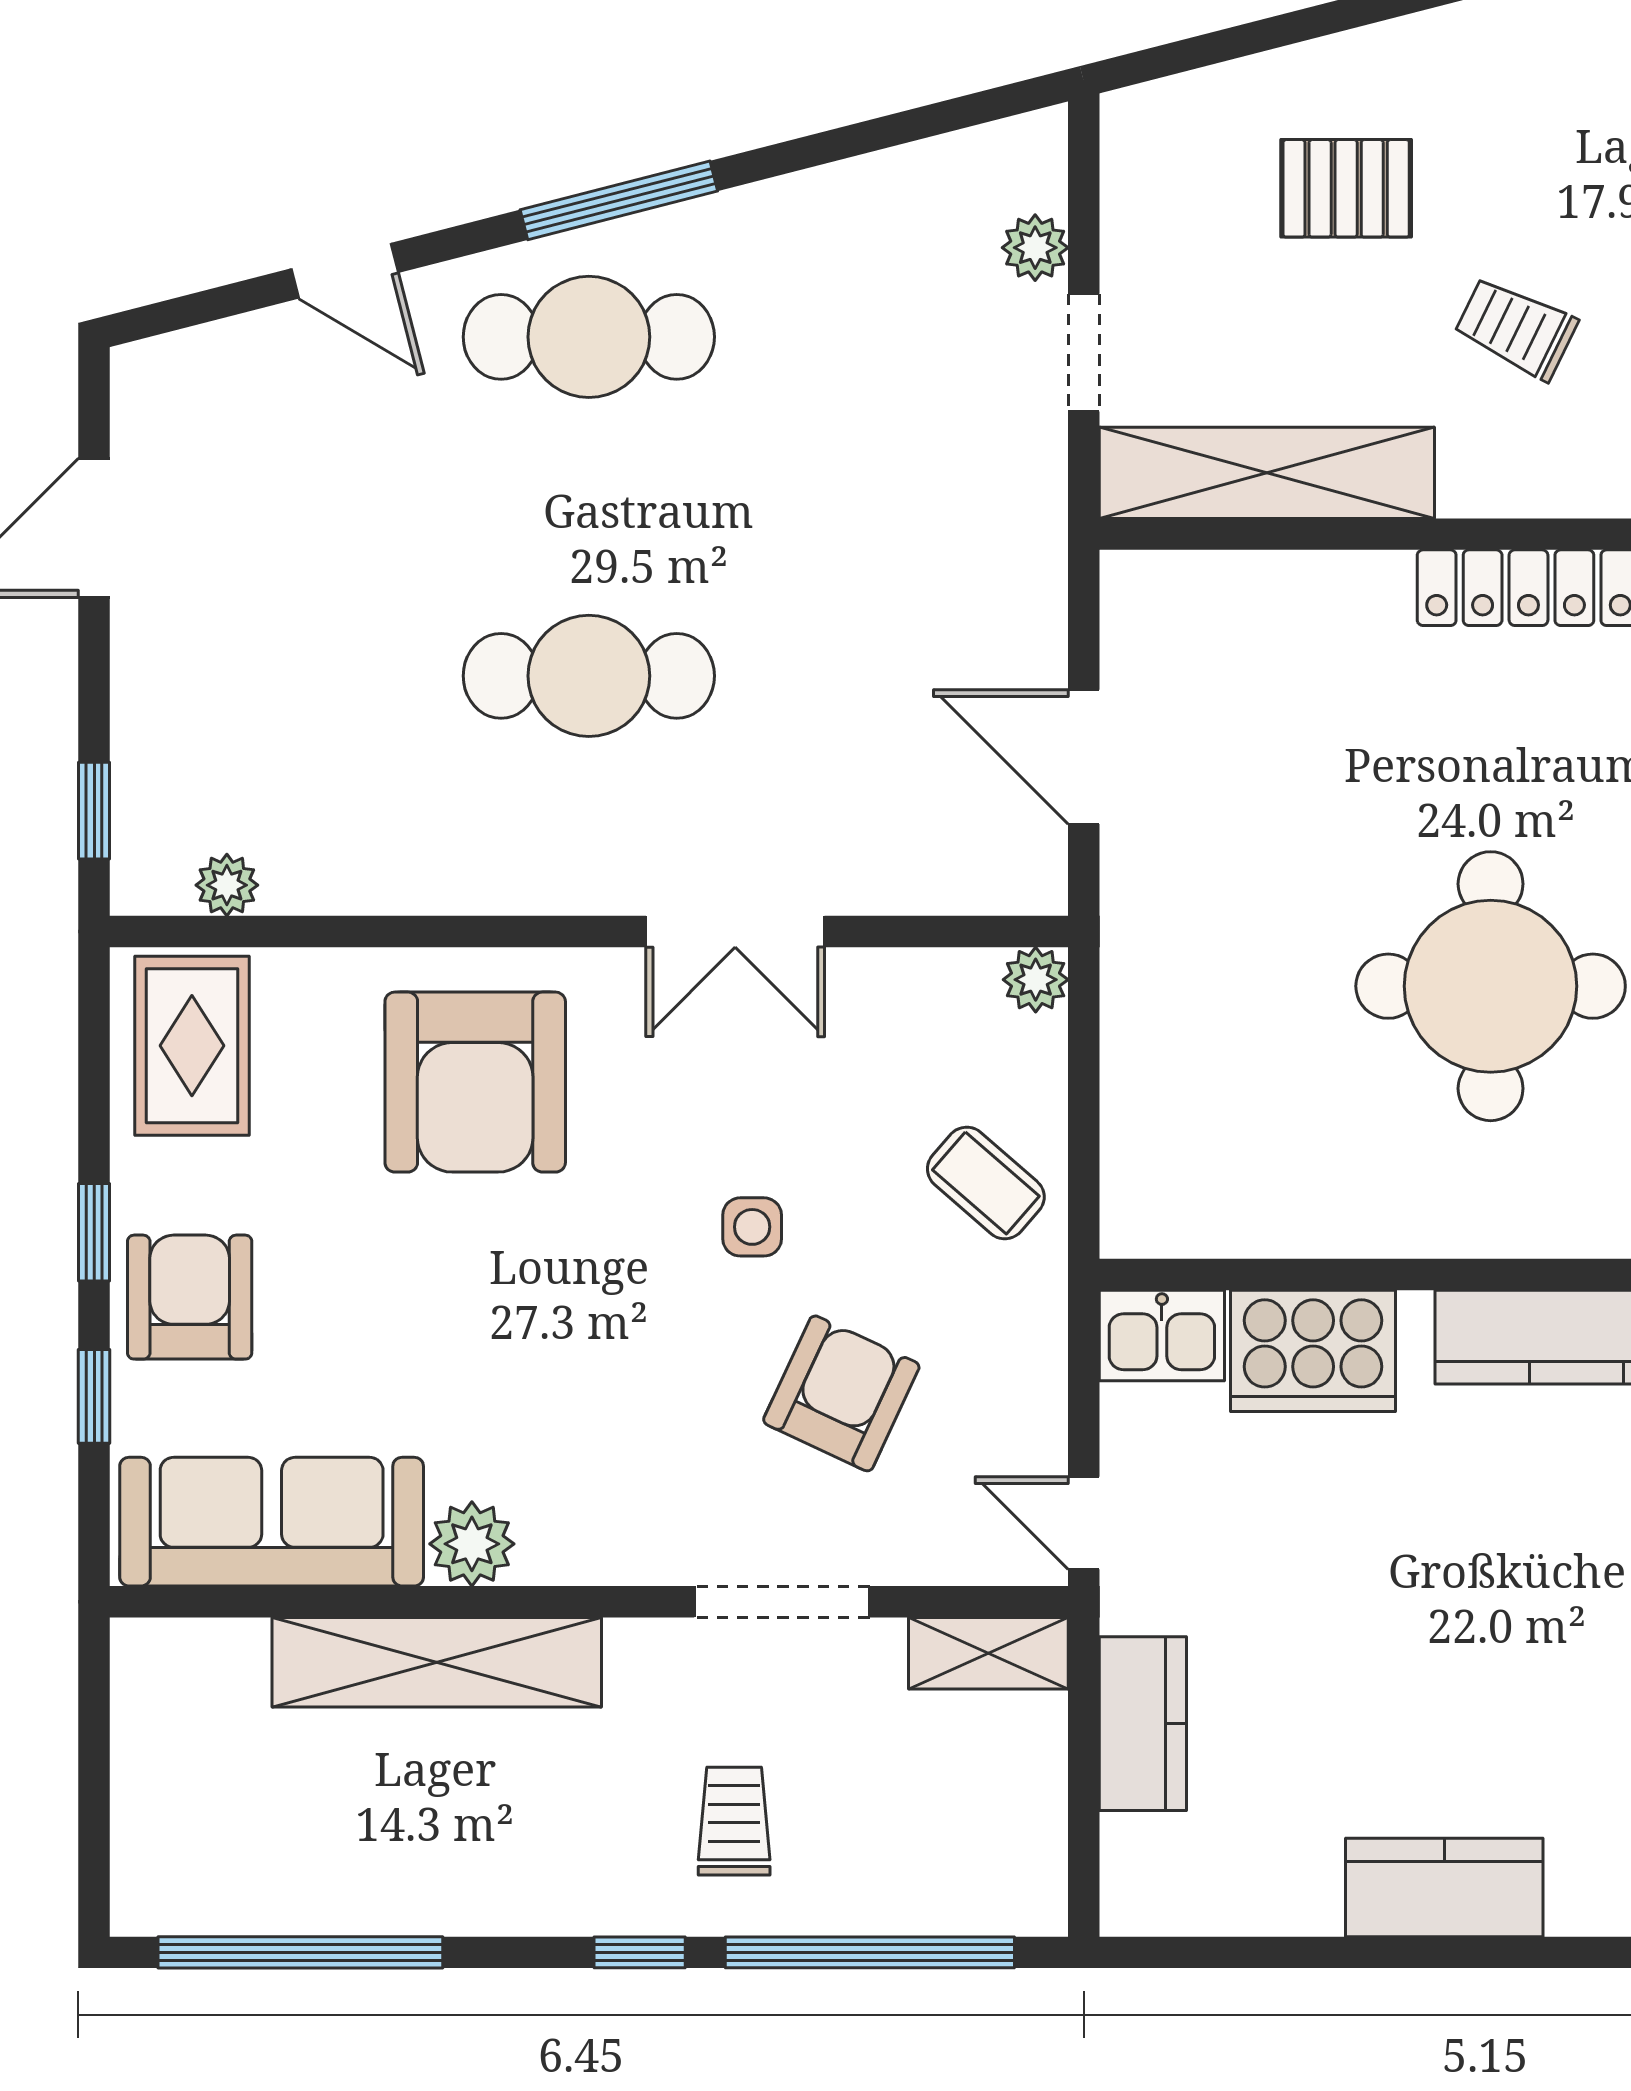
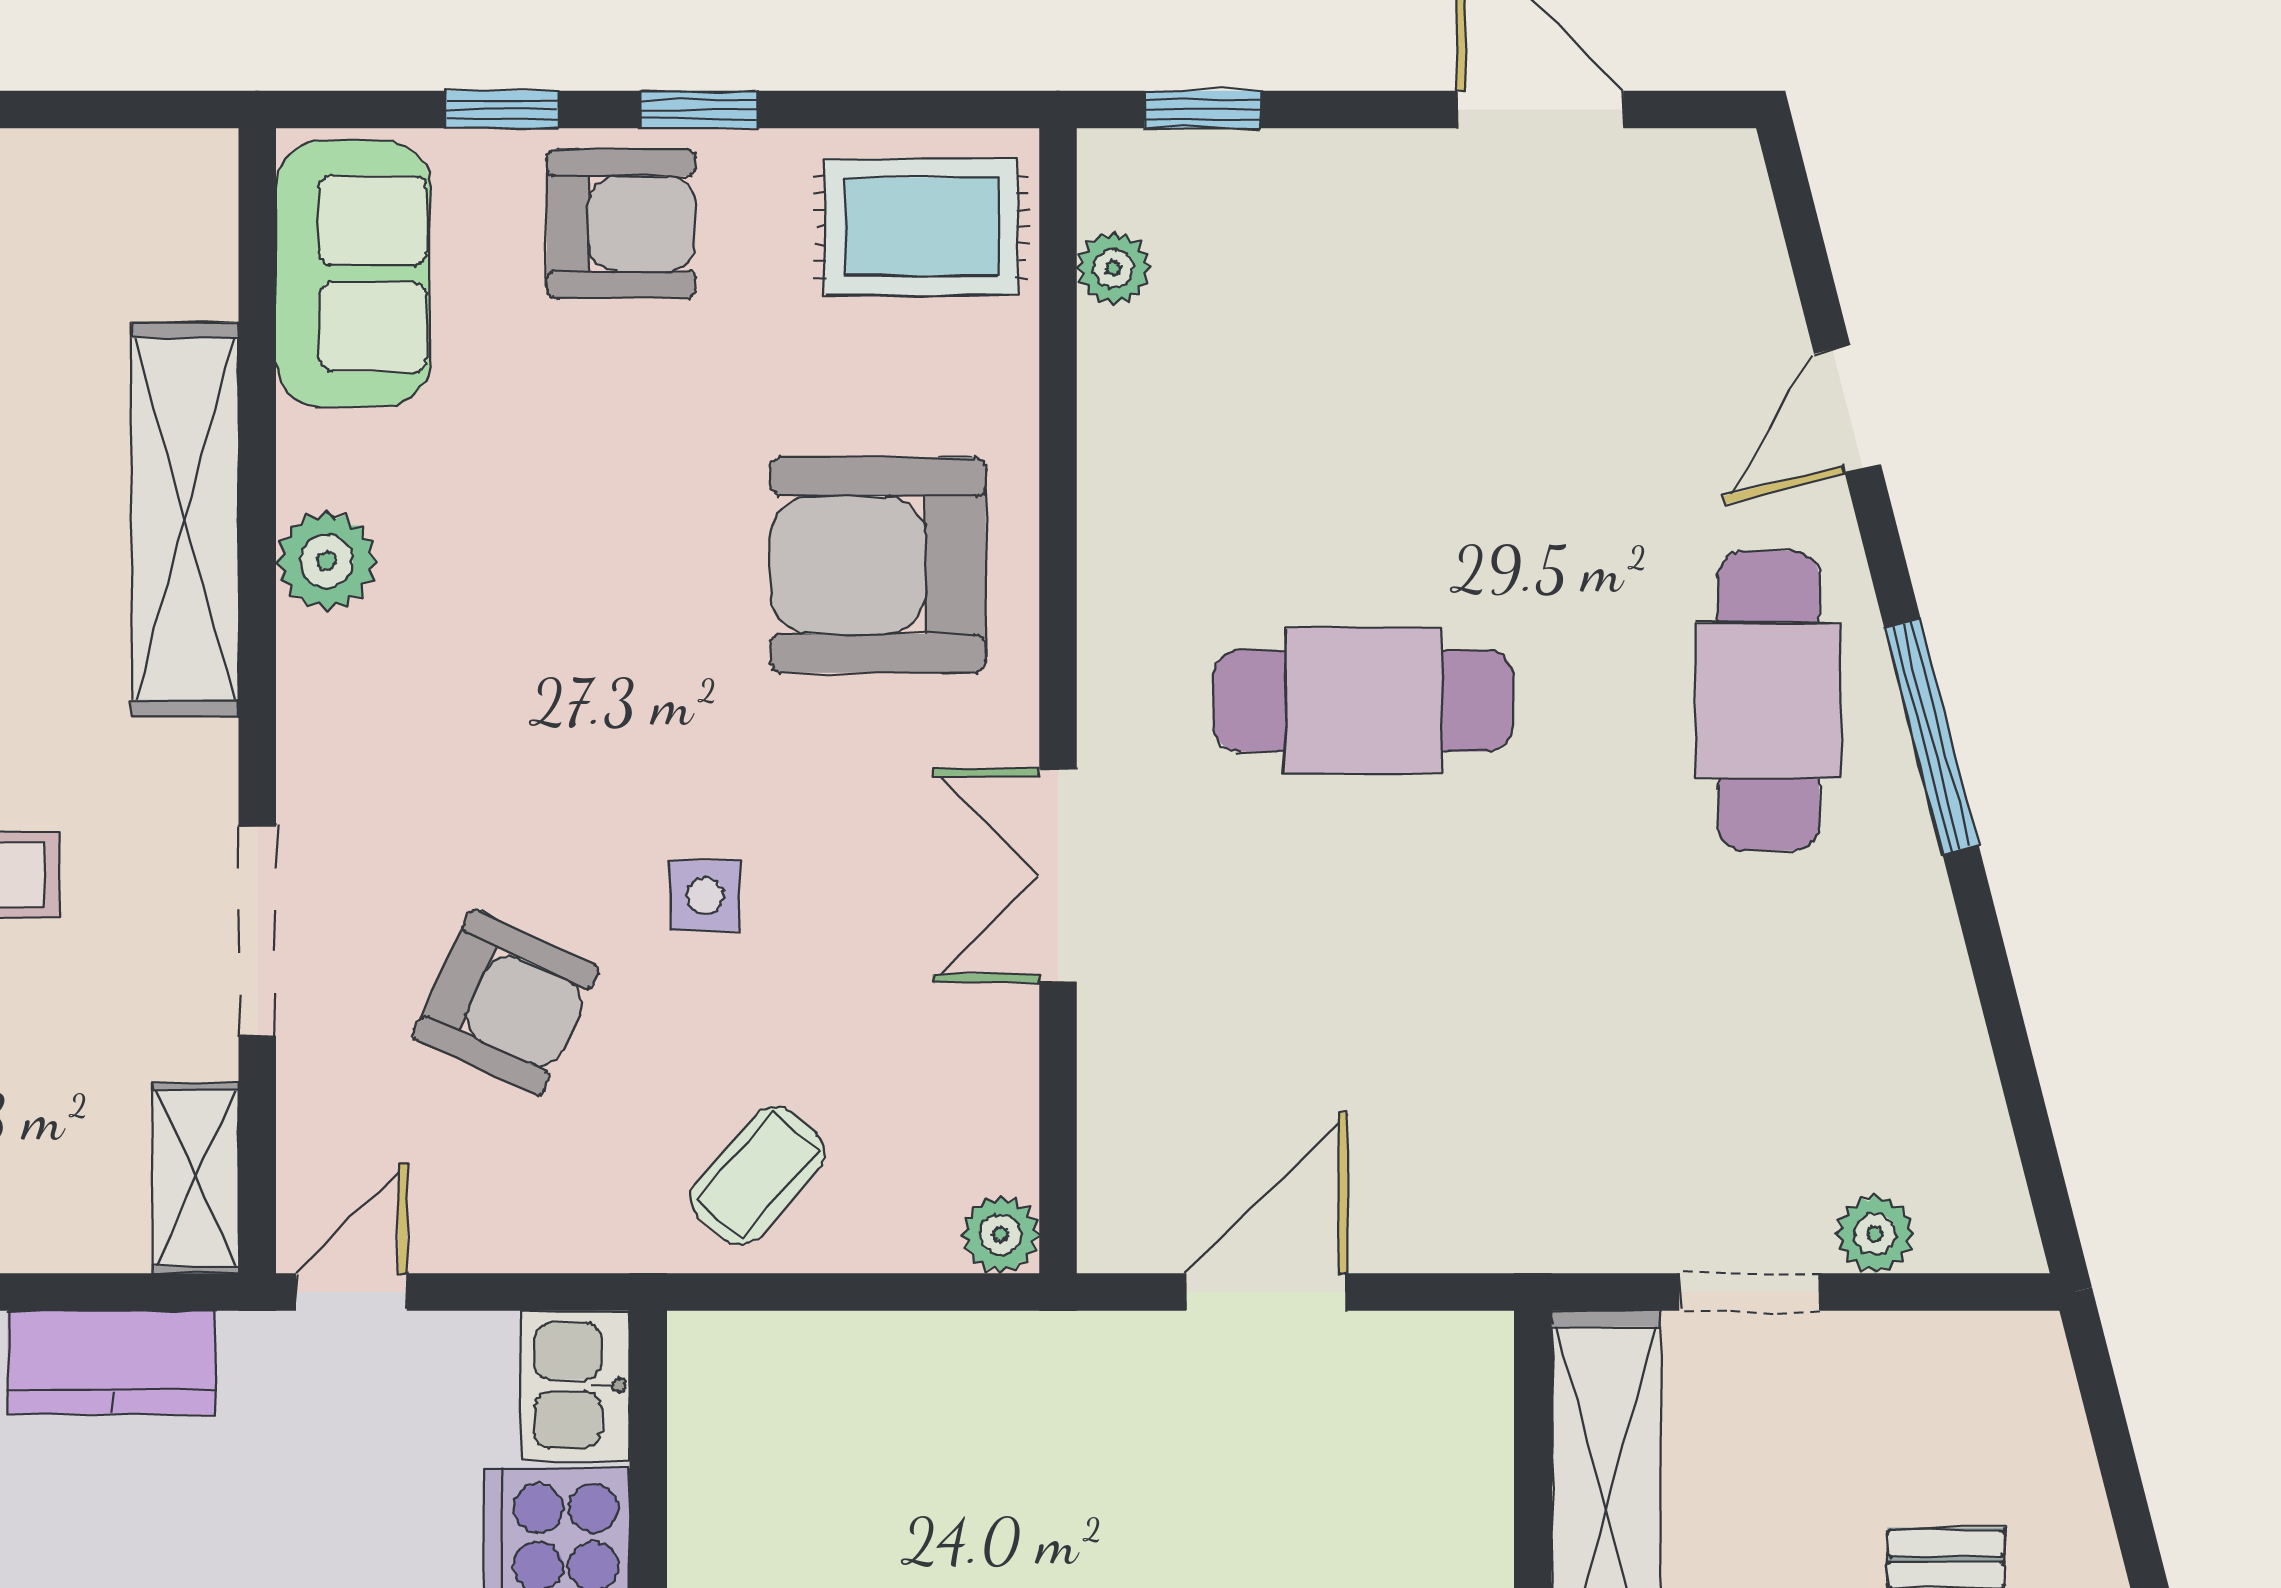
cafe table: (589, 676) -> (1363, 701), turned 90
sofa: (272, 1522) -> (353, 274), width x0.73

